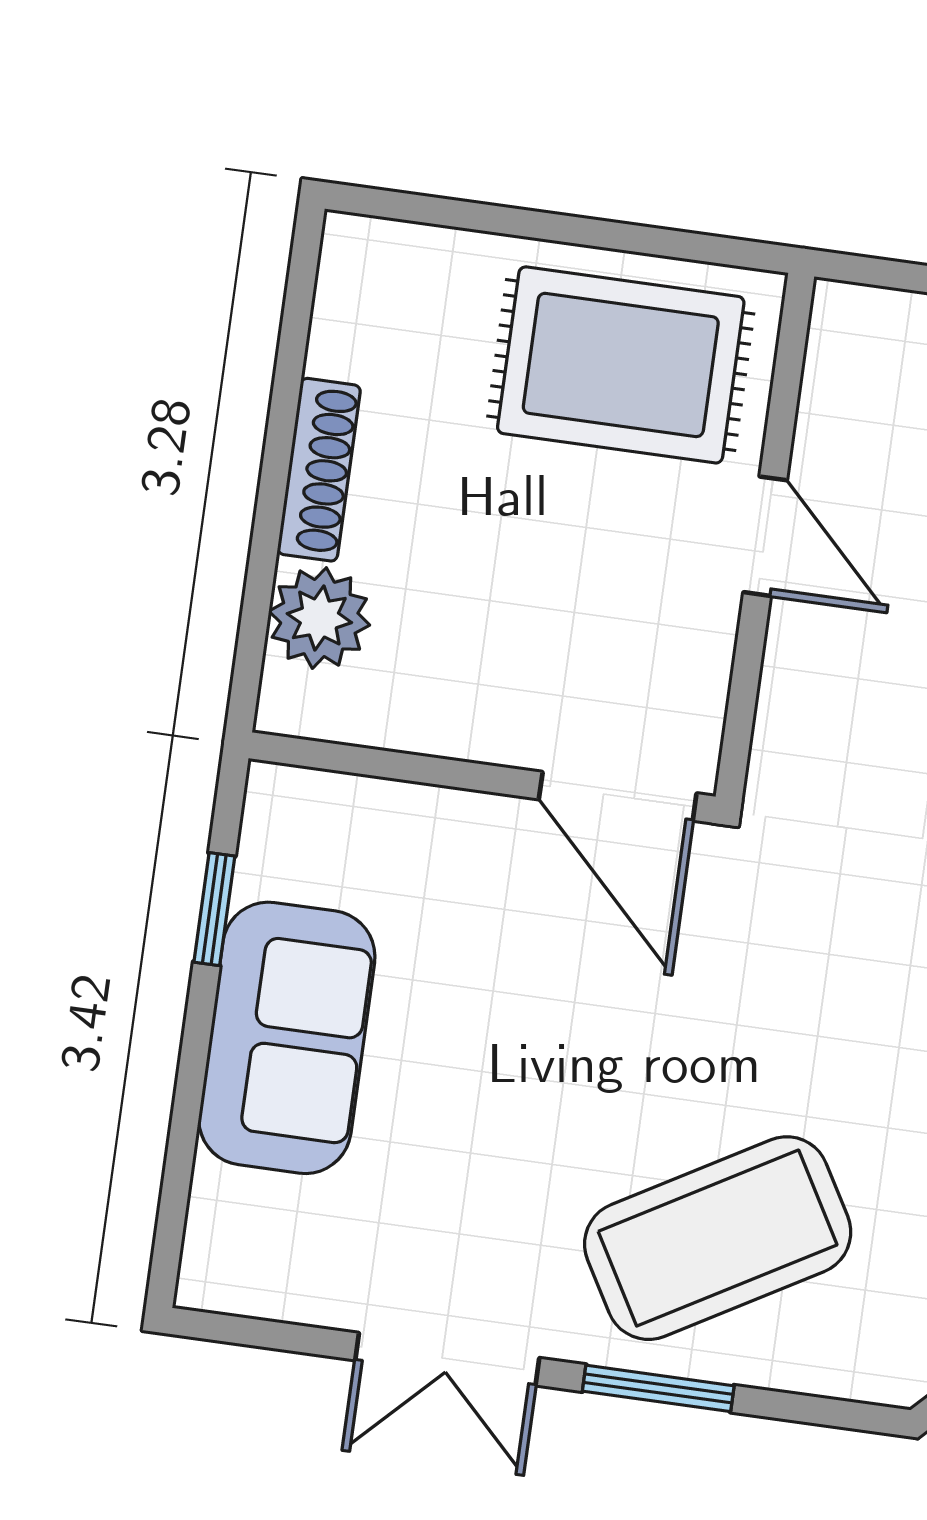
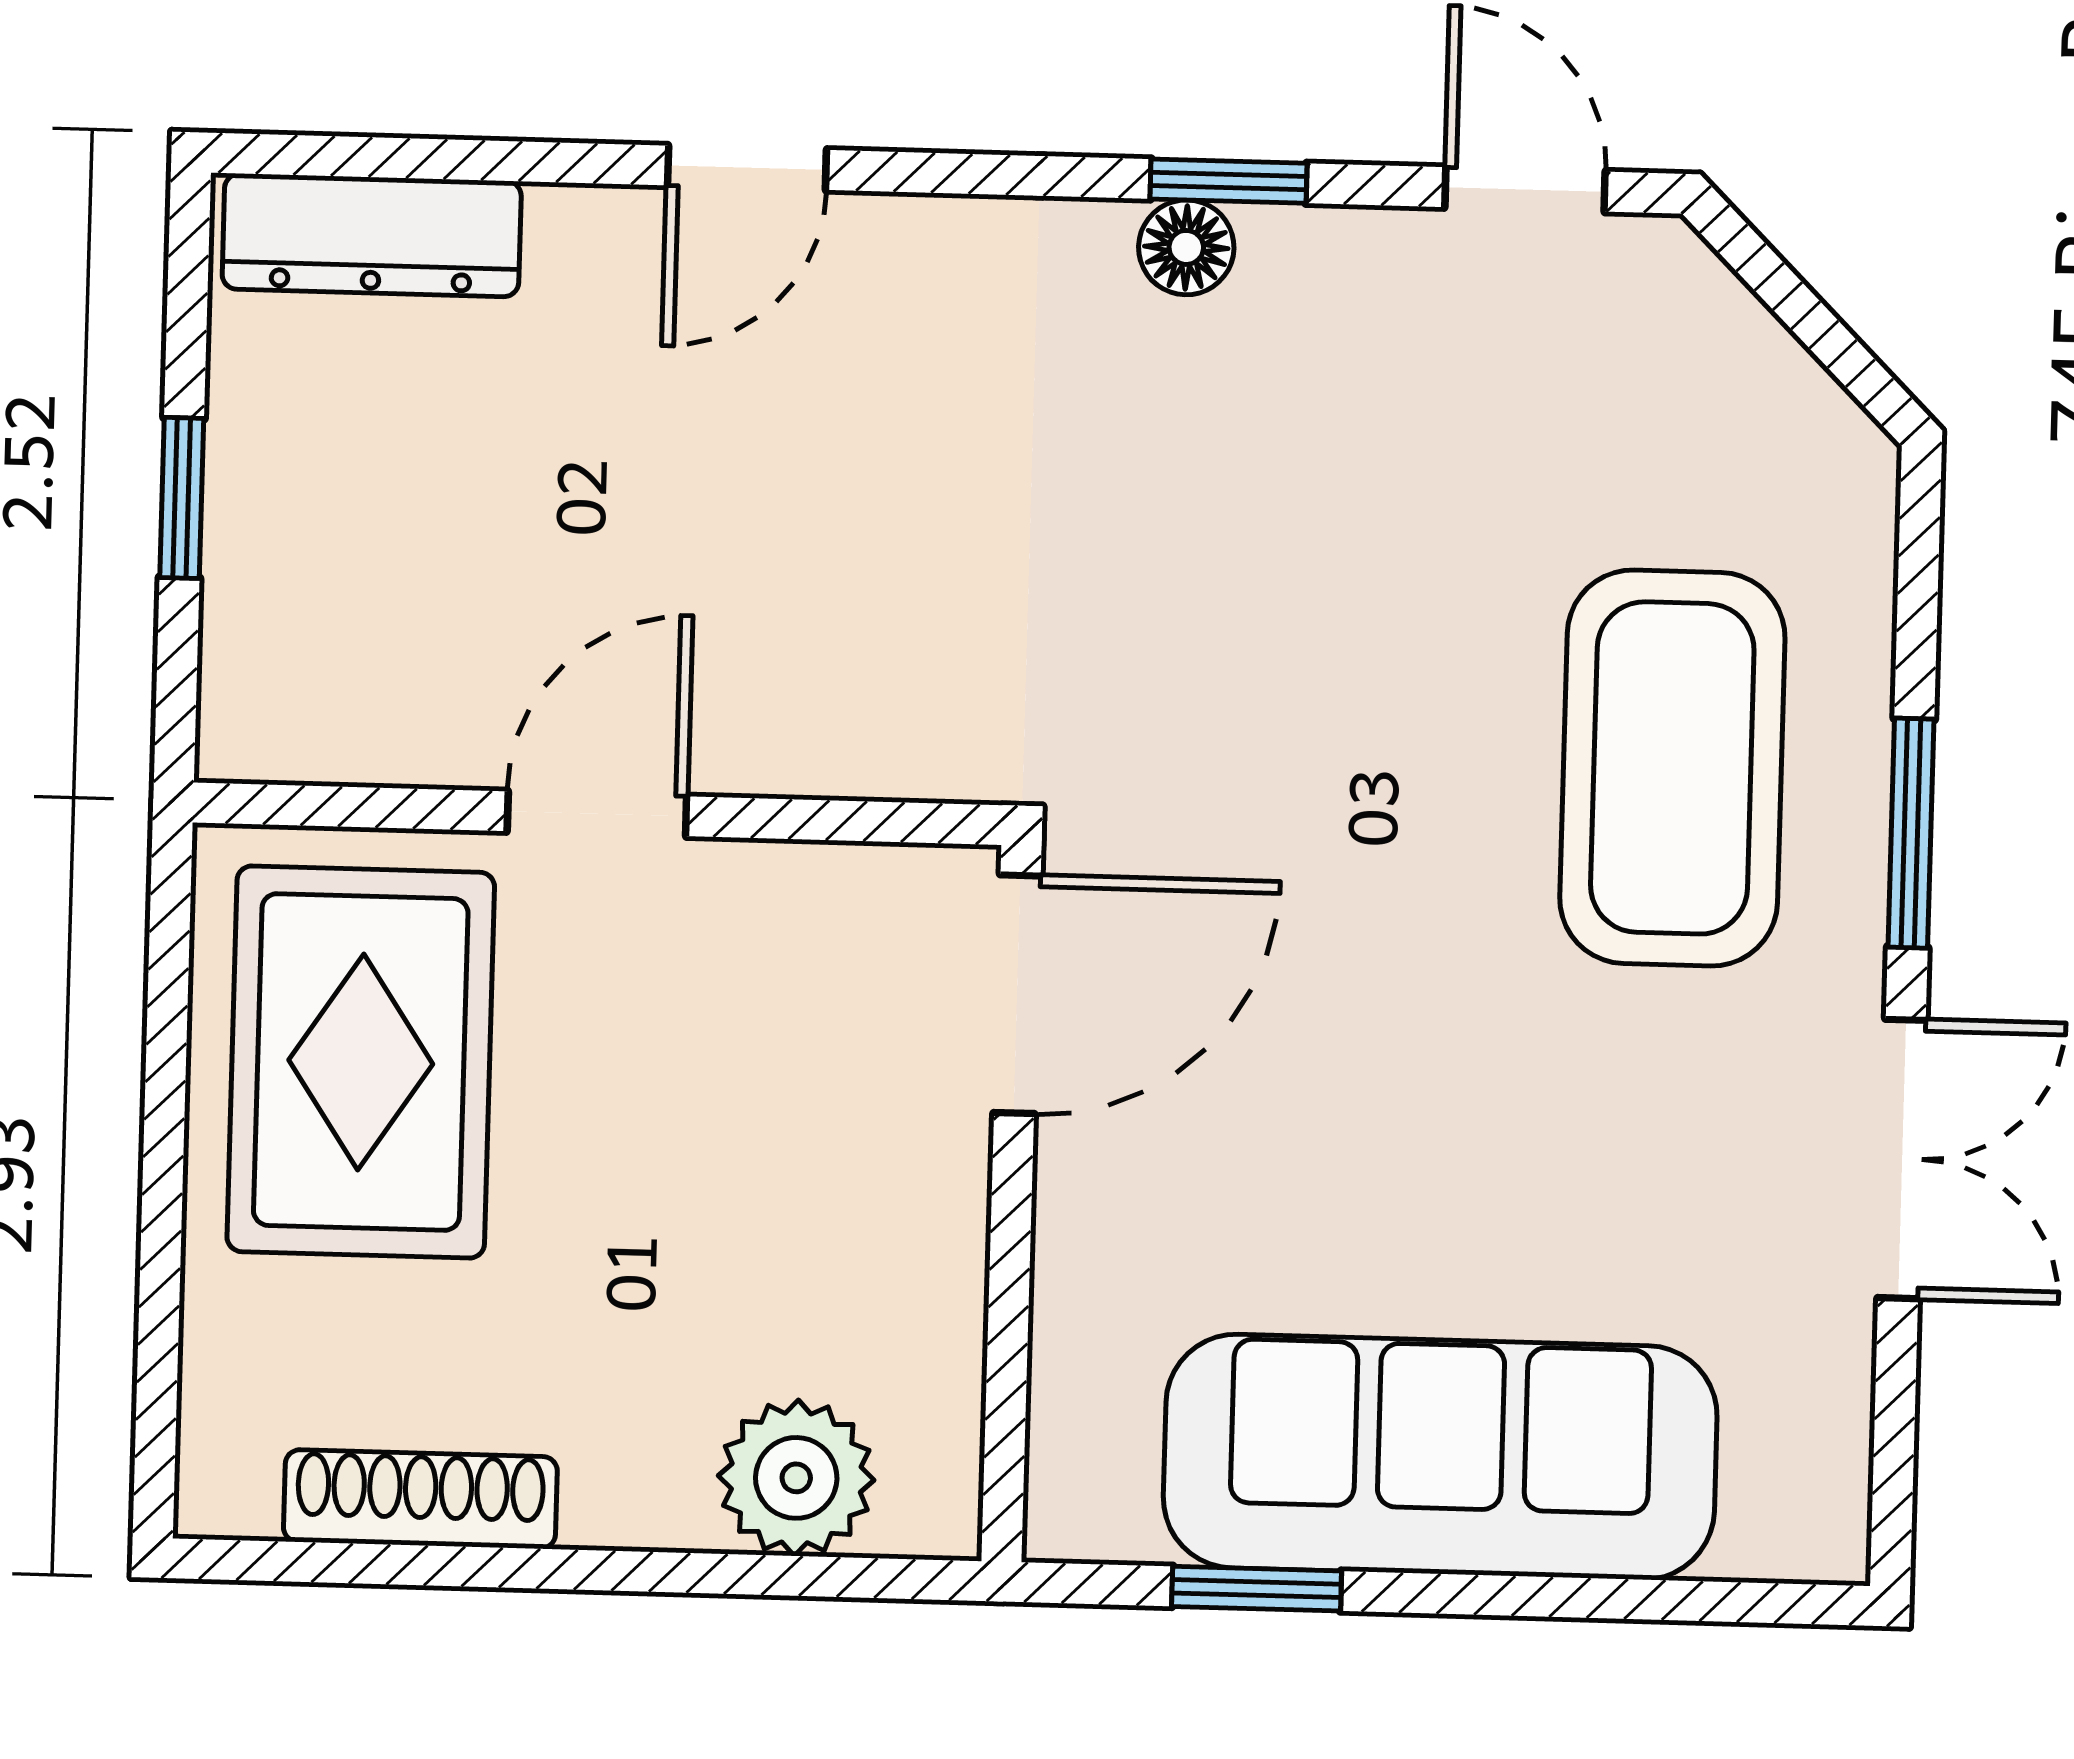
shoe rack: (319, 470) -> (420, 1499), moved
sofa: (287, 1038) -> (1440, 1457), width x1.36
coffee table: (718, 1238) -> (1672, 768), turned 30

